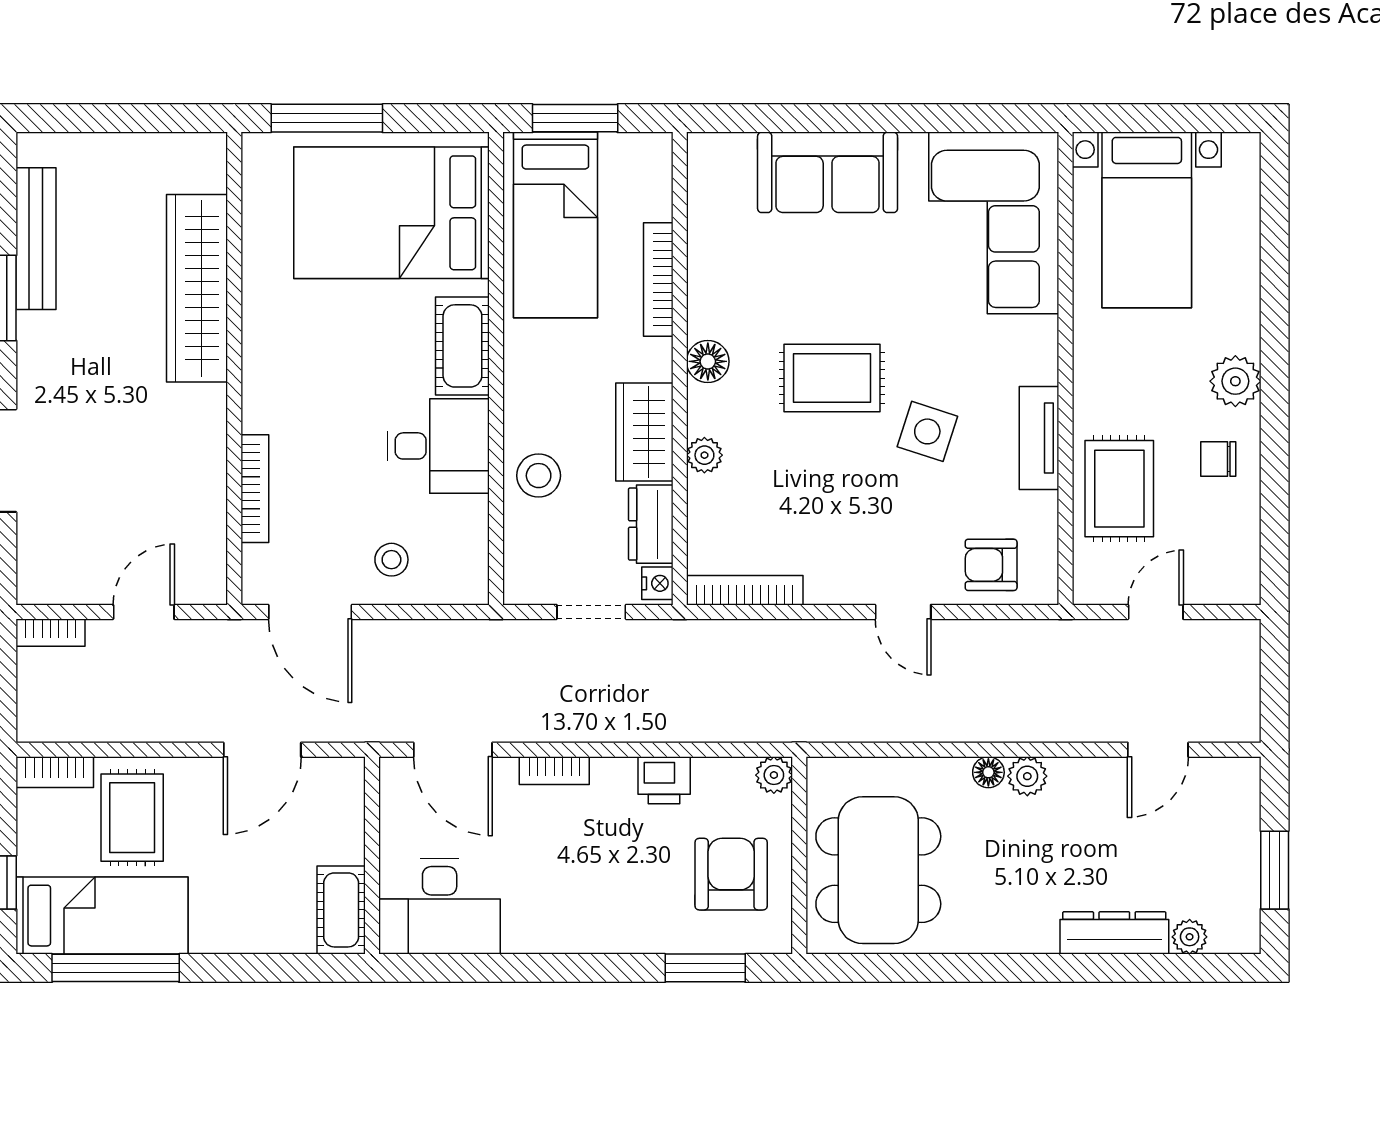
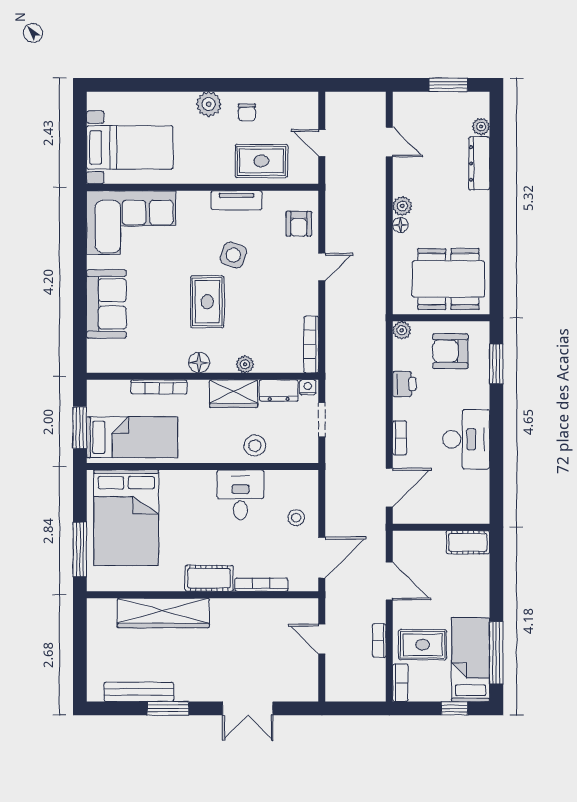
cot: (462, 346) -> (209, 578), moved
bookcase: (51, 633) -> (379, 640), moved, turned 180
desk: (440, 906) -> (466, 439), moved

